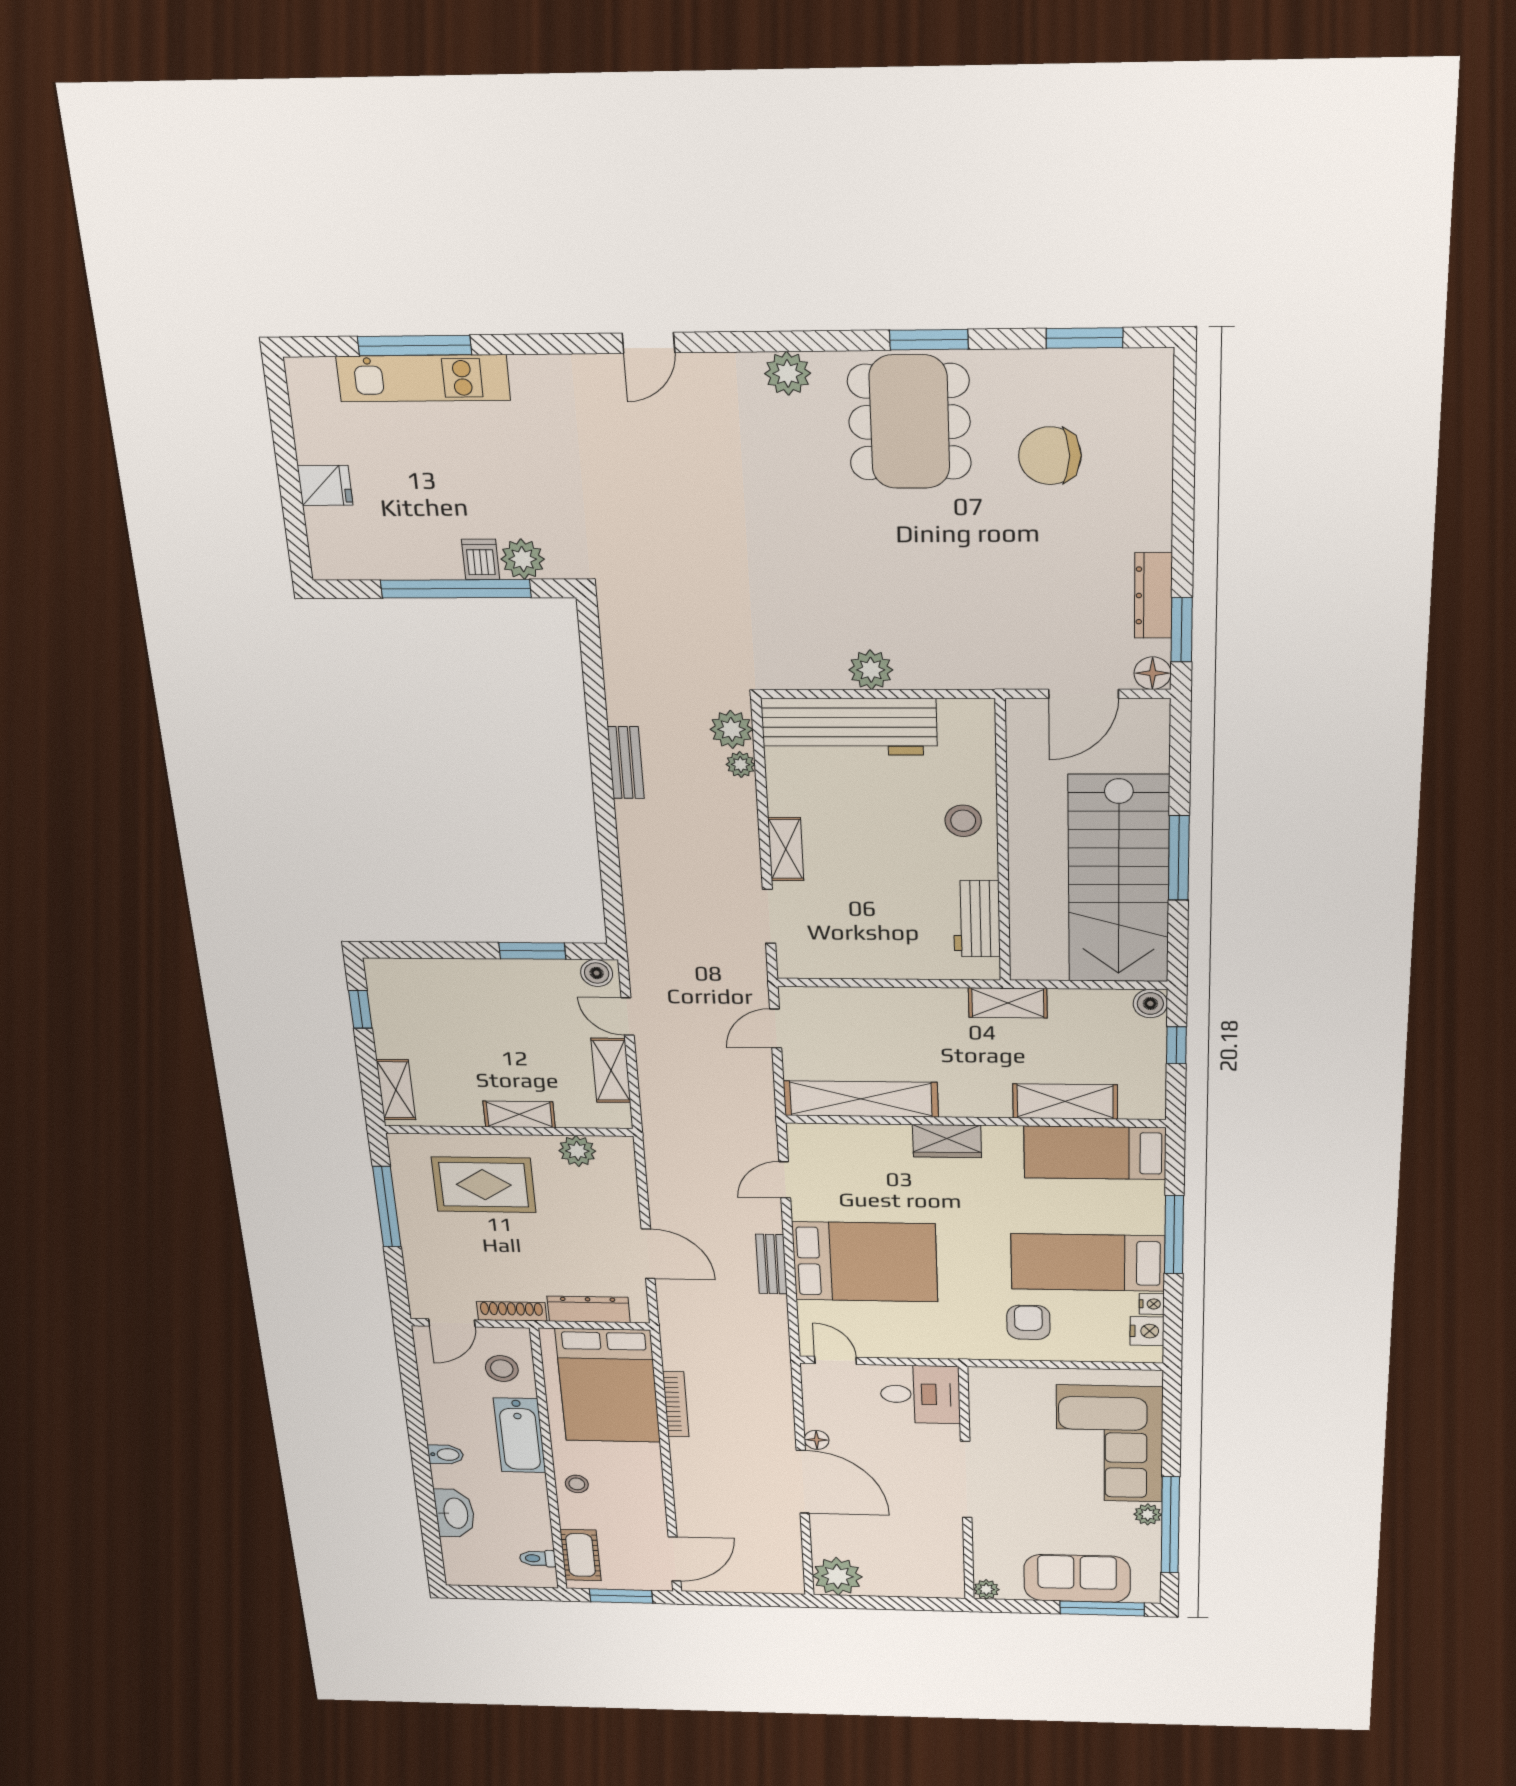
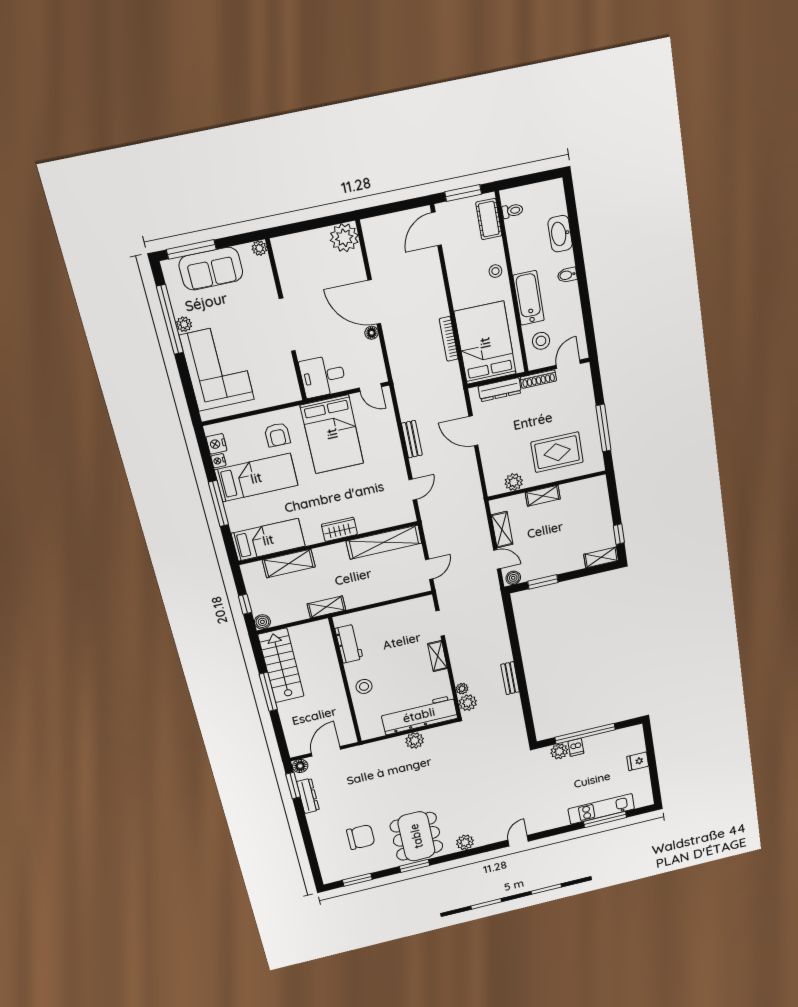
stairs: (1119, 879) -> (281, 666), width x0.73, depth x0.66
shelving: (396, 1090) -> (601, 557), moved, turned 90
bed: (865, 1262) -> (332, 434), moved, turned -90

